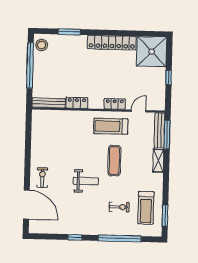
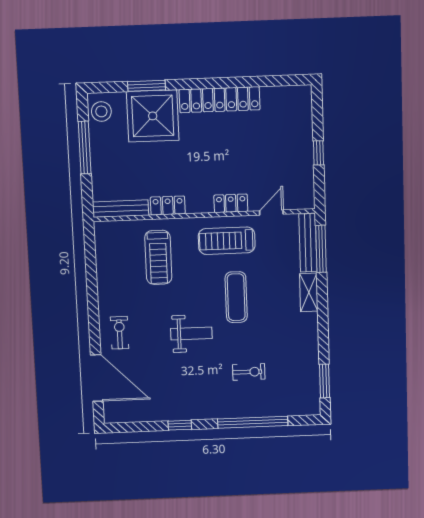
shower: (152, 52) -> (153, 116), moved
window: (30, 65) -> (85, 148), width x0.68
treadmill: (146, 208) -> (158, 257), moved

